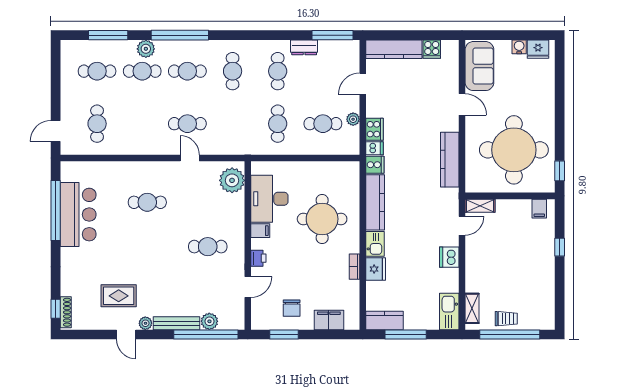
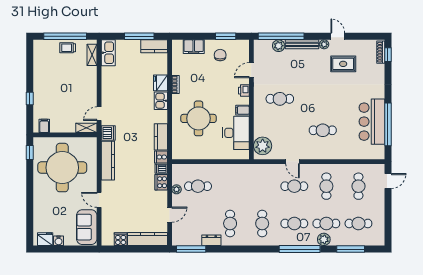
cafe table: (278, 124) -> (326, 186), moved
kitchen counter: (375, 202) -> (161, 137), width x0.67
dishwasher: (449, 257) -> (108, 133), moved

